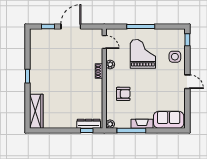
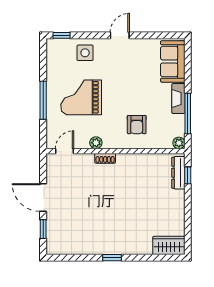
armchair: (123, 94) -> (137, 125), turned 180
wardrobe: (36, 111) -> (169, 245), width x0.67

